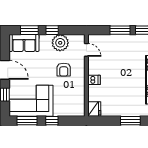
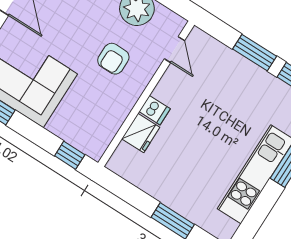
fridge: (94, 109) -> (141, 133), moved
window: (52, 121) -> (70, 155), moved

